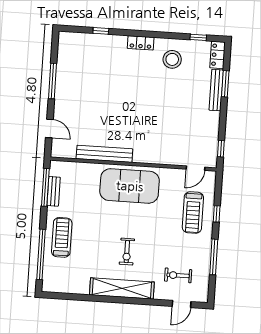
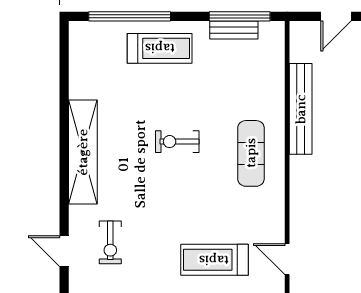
exercise mat: (130, 186) -> (251, 153), width x0.50, depth x0.69
exercise bike: (127, 252) -> (177, 142), moved
exercise bike: (178, 275) -> (110, 242), turned 180

